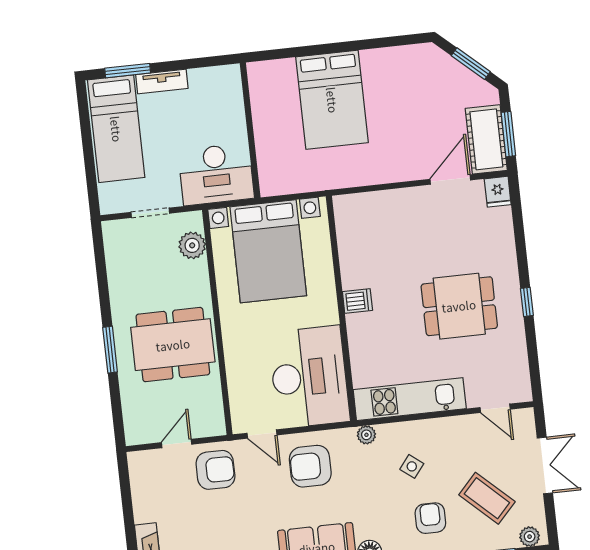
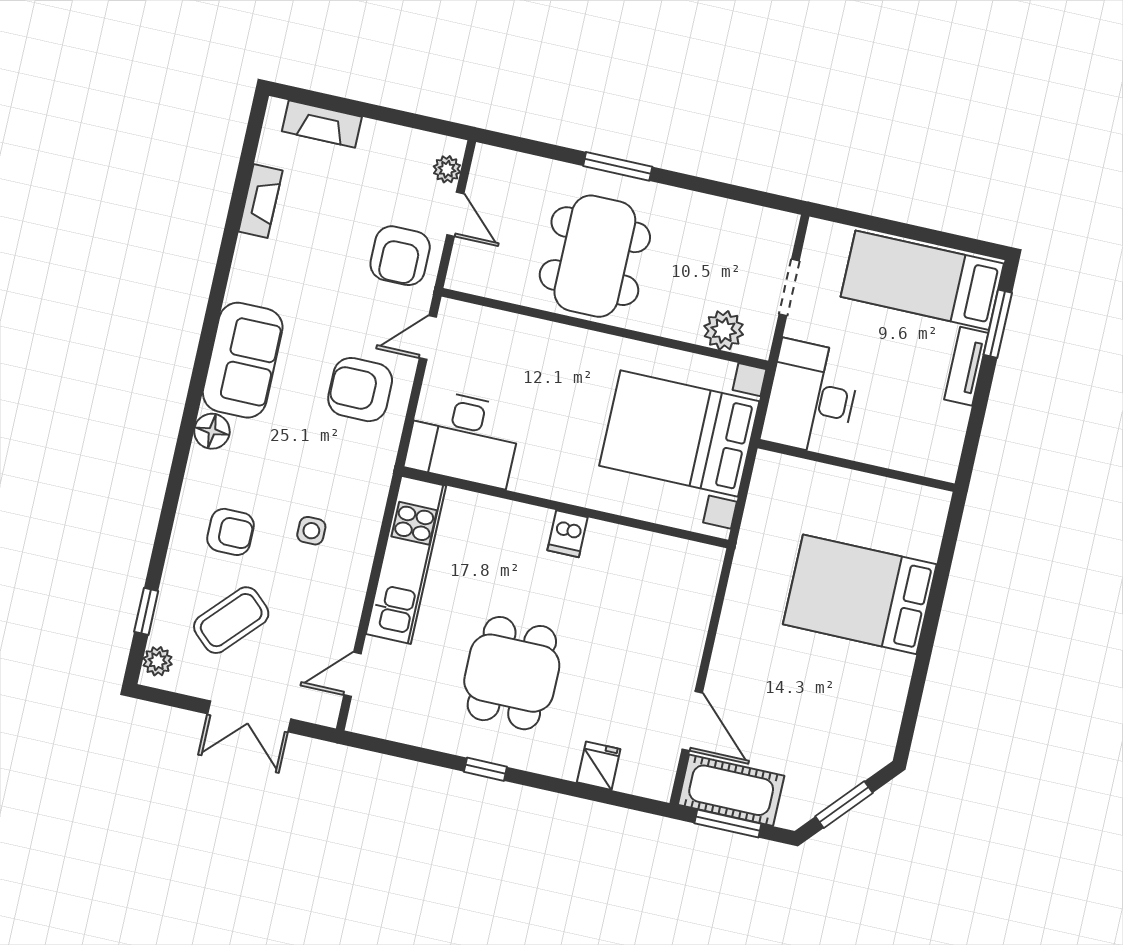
fridge: (498, 192) -> (599, 766), moved, turned 90
desk: (309, 377) -> (463, 438), width x0.73, depth x0.77
plant: (366, 435) -> (447, 169), moved
armchair: (310, 466) -> (360, 390), turned -90
side table: (412, 466) -> (311, 531), turned -38

